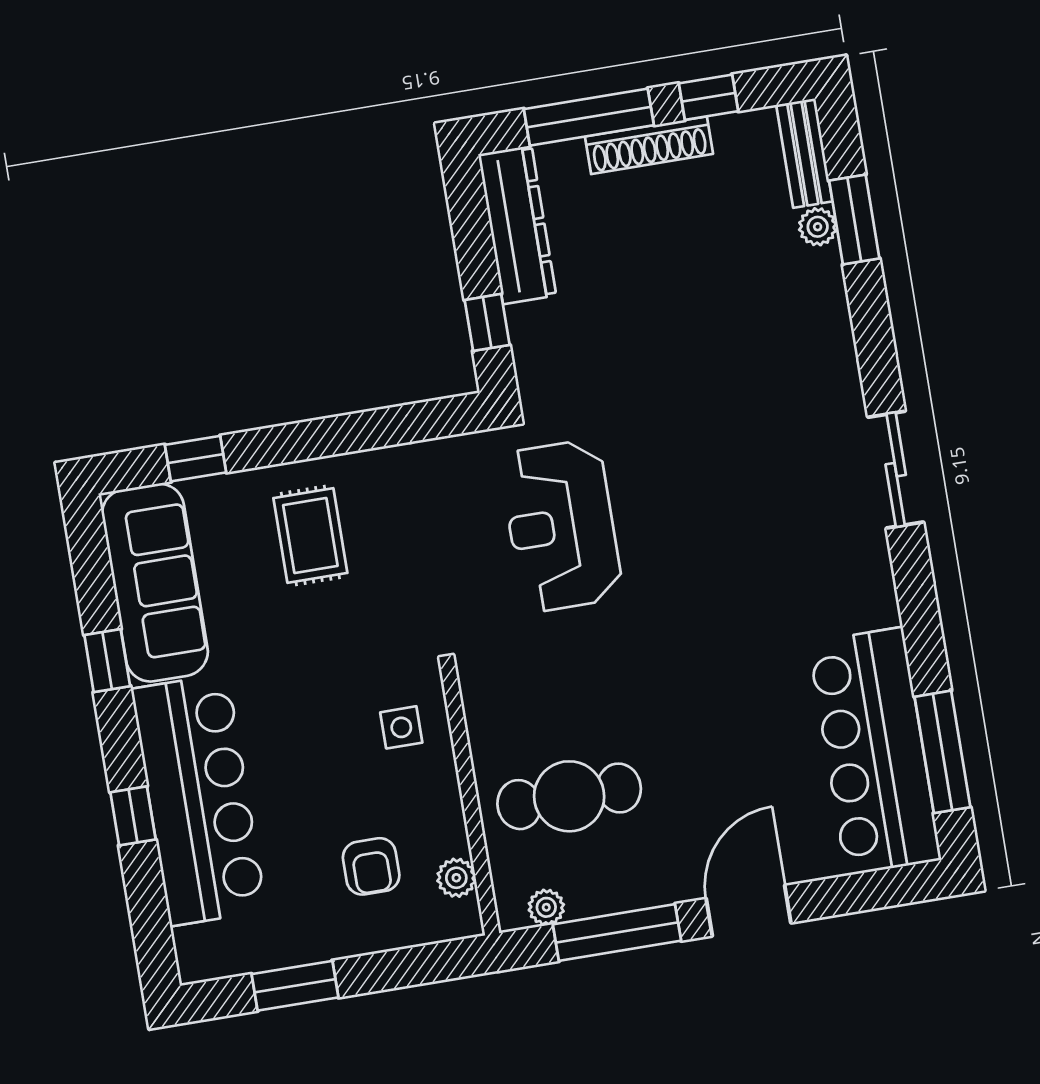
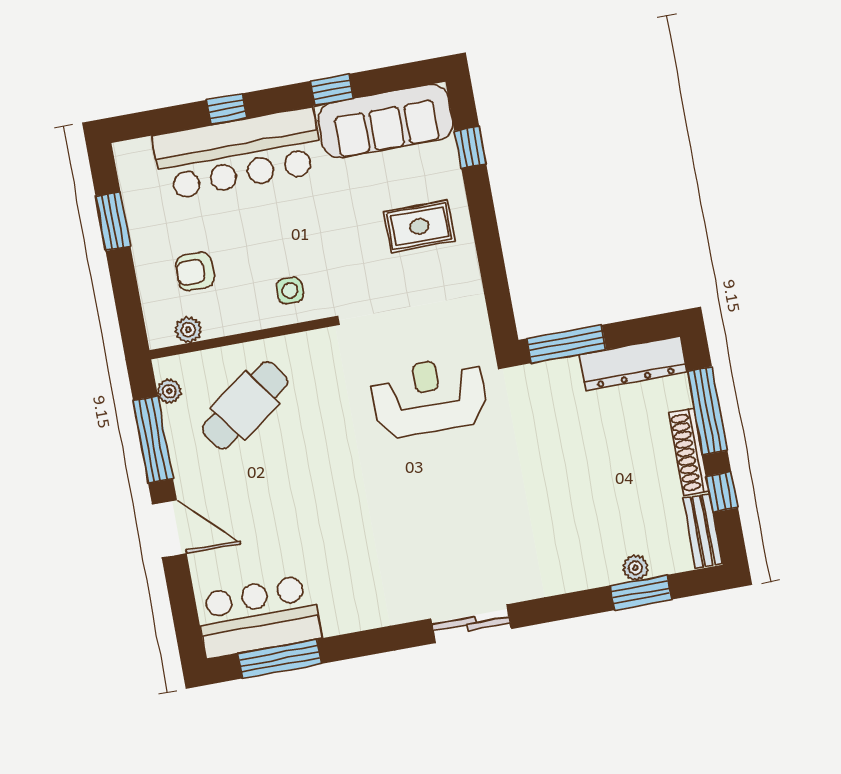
bench: (804, 153) -> (703, 531), moved, turned 90
window: (487, 322) -> (566, 344), width x2.17
bar counter: (875, 751) -> (258, 617), width x0.73
cafe table: (569, 796) -> (245, 405), turned 54

